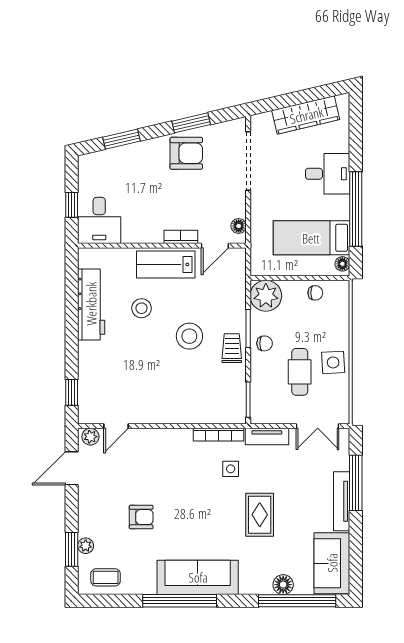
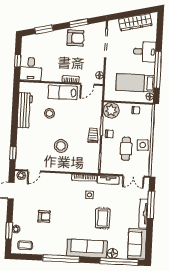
stool: (189, 336) -> (61, 146), moved
sofa: (198, 577) -> (87, 248), moved

